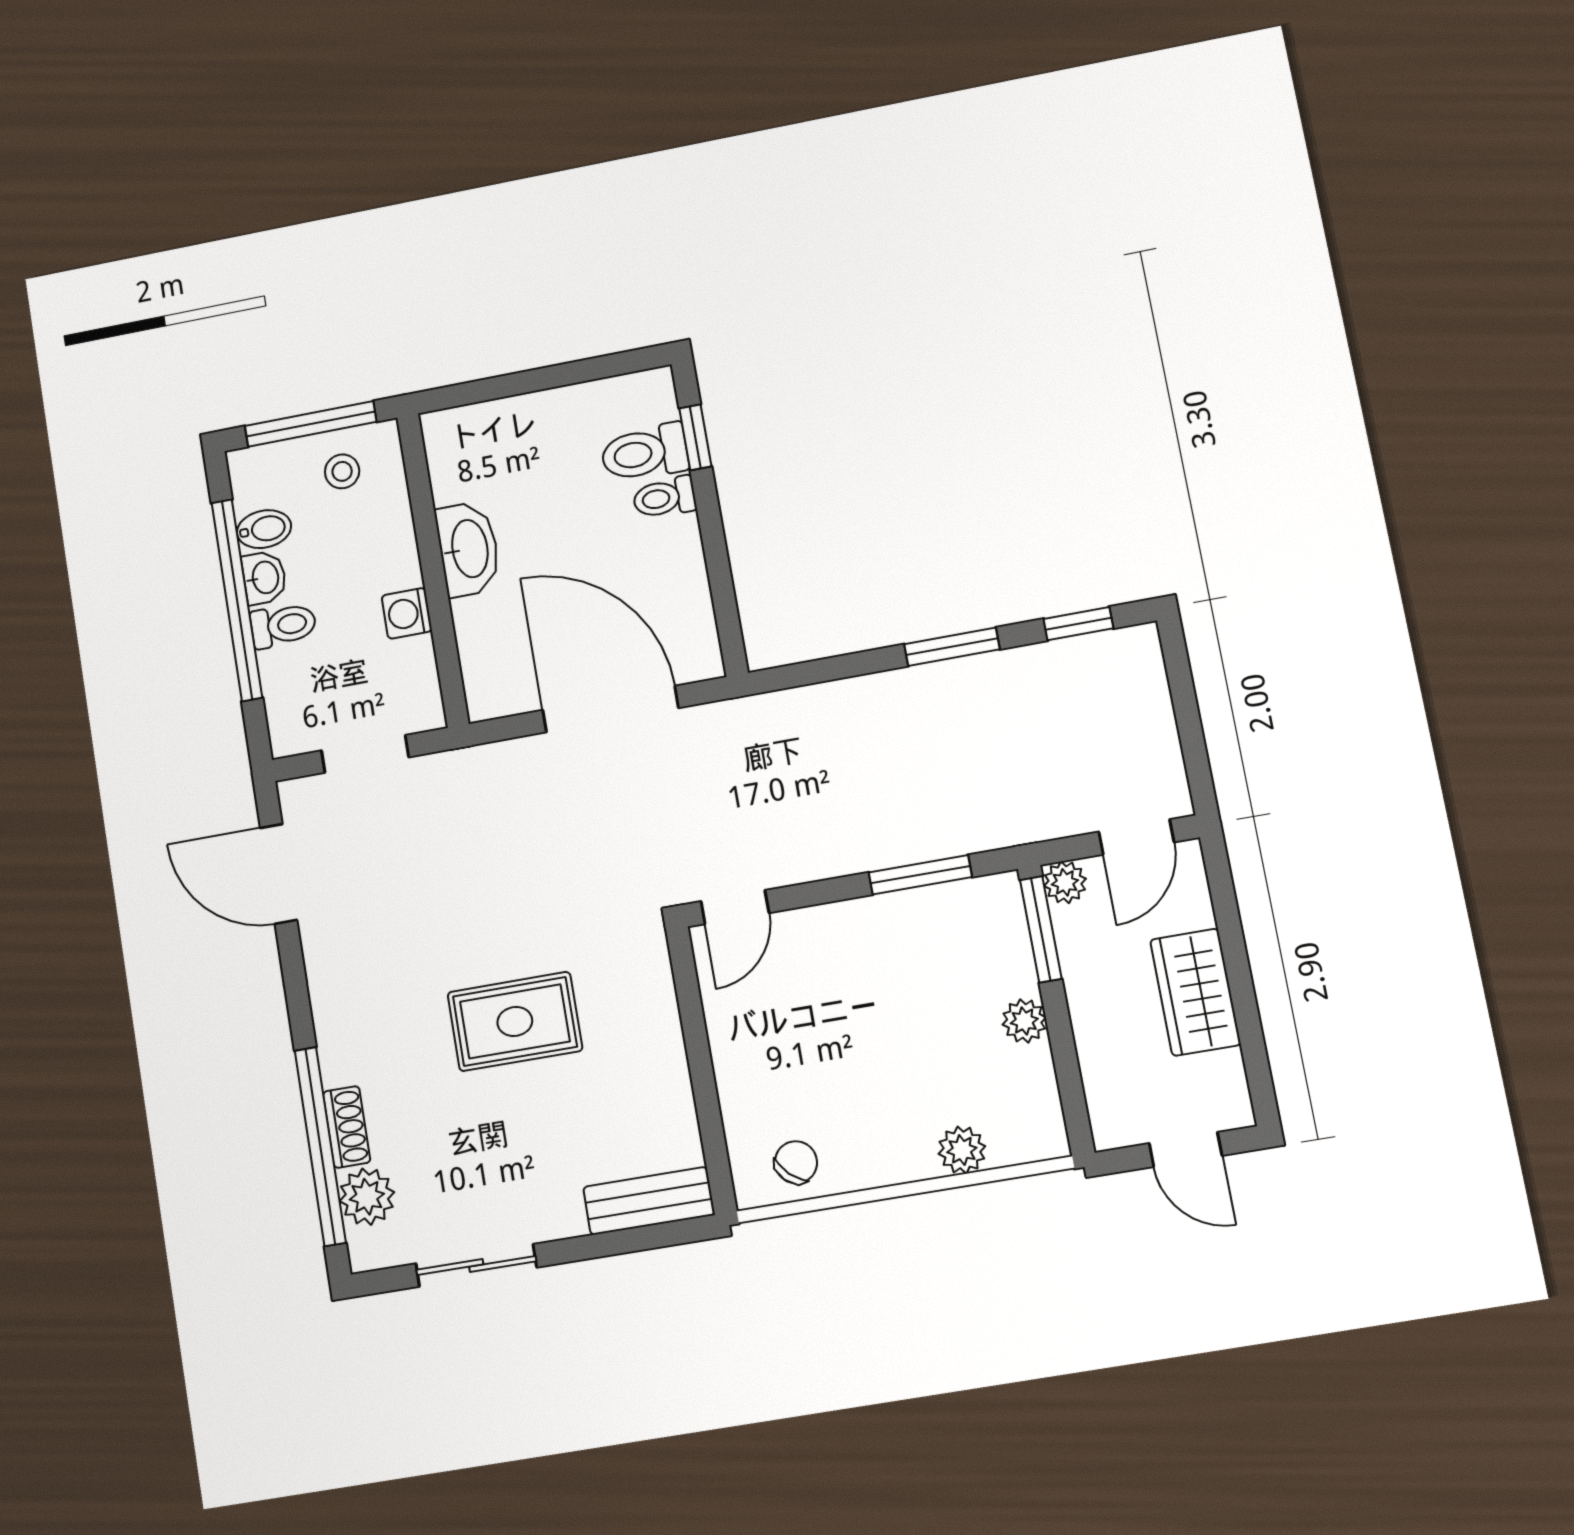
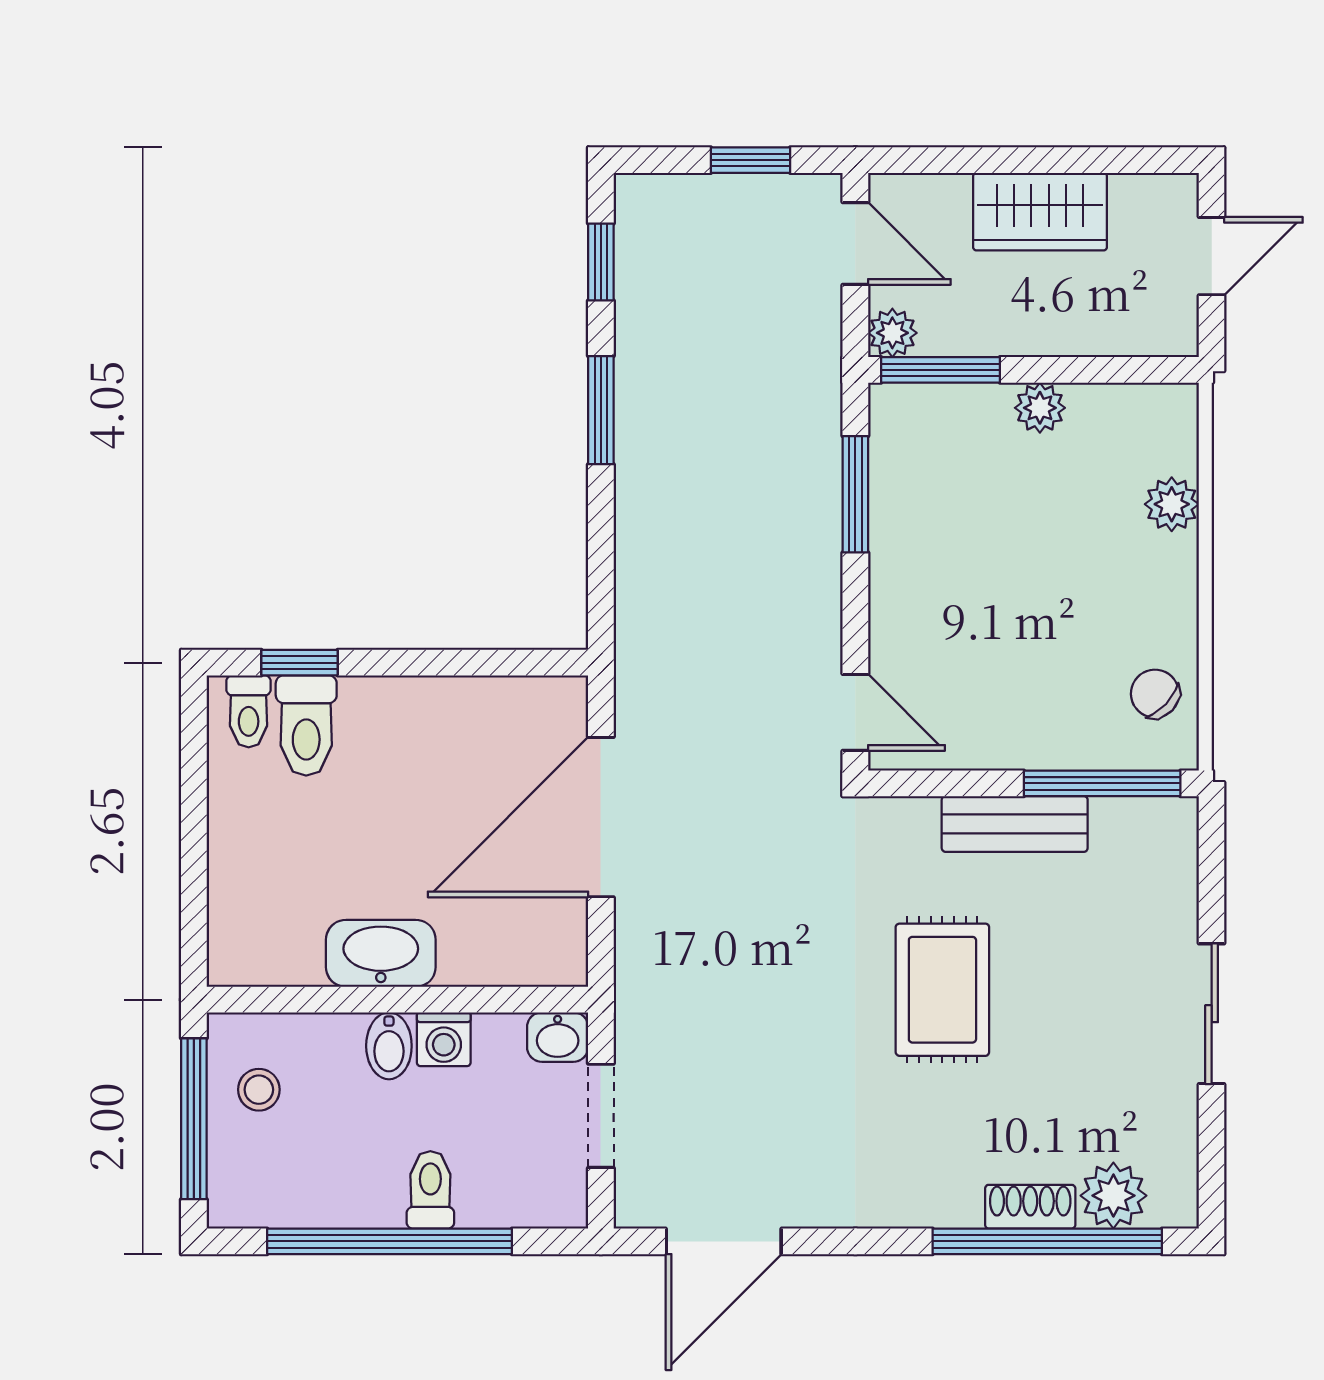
toilet: (664, 498) -> (249, 711), moved
bidet: (264, 529) -> (389, 1046), moved, turned 180
washbasin: (264, 578) -> (558, 1037), moved, turned 180
window: (1191, 734) -> (750, 160), added
window: (711, 1129) -> (1102, 783), added
bench: (649, 1201) -> (1015, 824), moved, turned 90
sliding door: (476, 1265) -> (1212, 1014), moved

